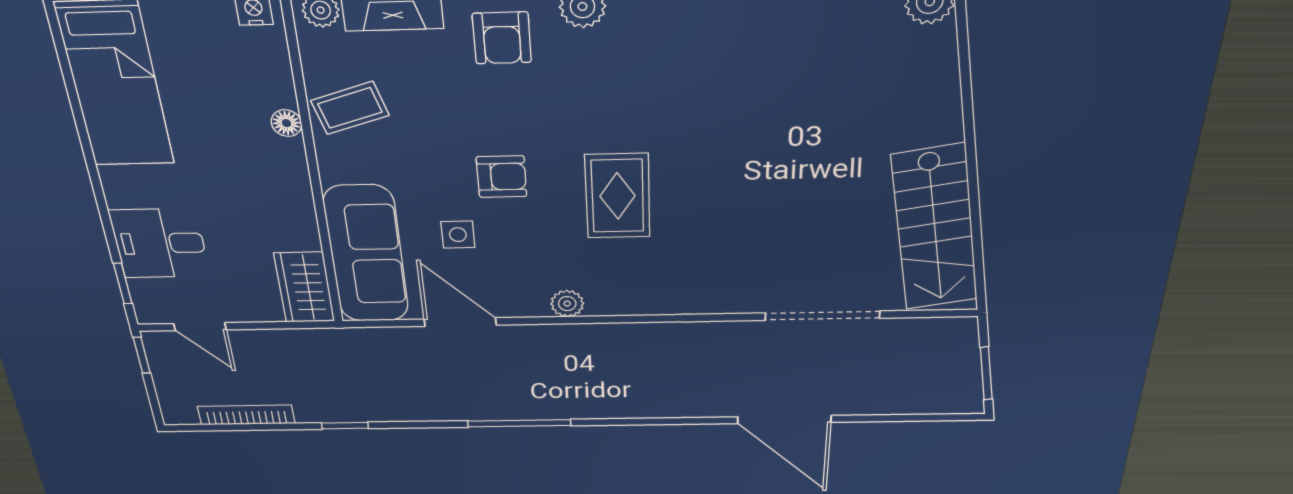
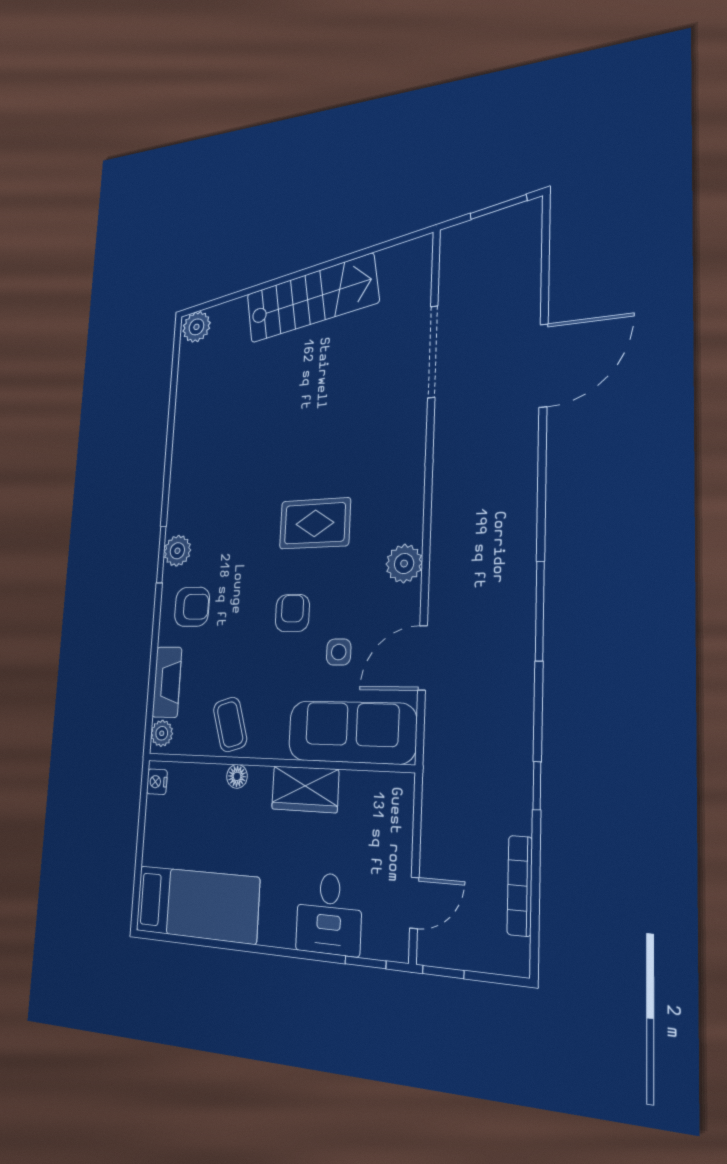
stairs: (935, 229) -> (312, 298), moved
wardrobe: (304, 287) -> (305, 789), moved
plant: (567, 304) -> (404, 564), width x1.38, depth x1.38

